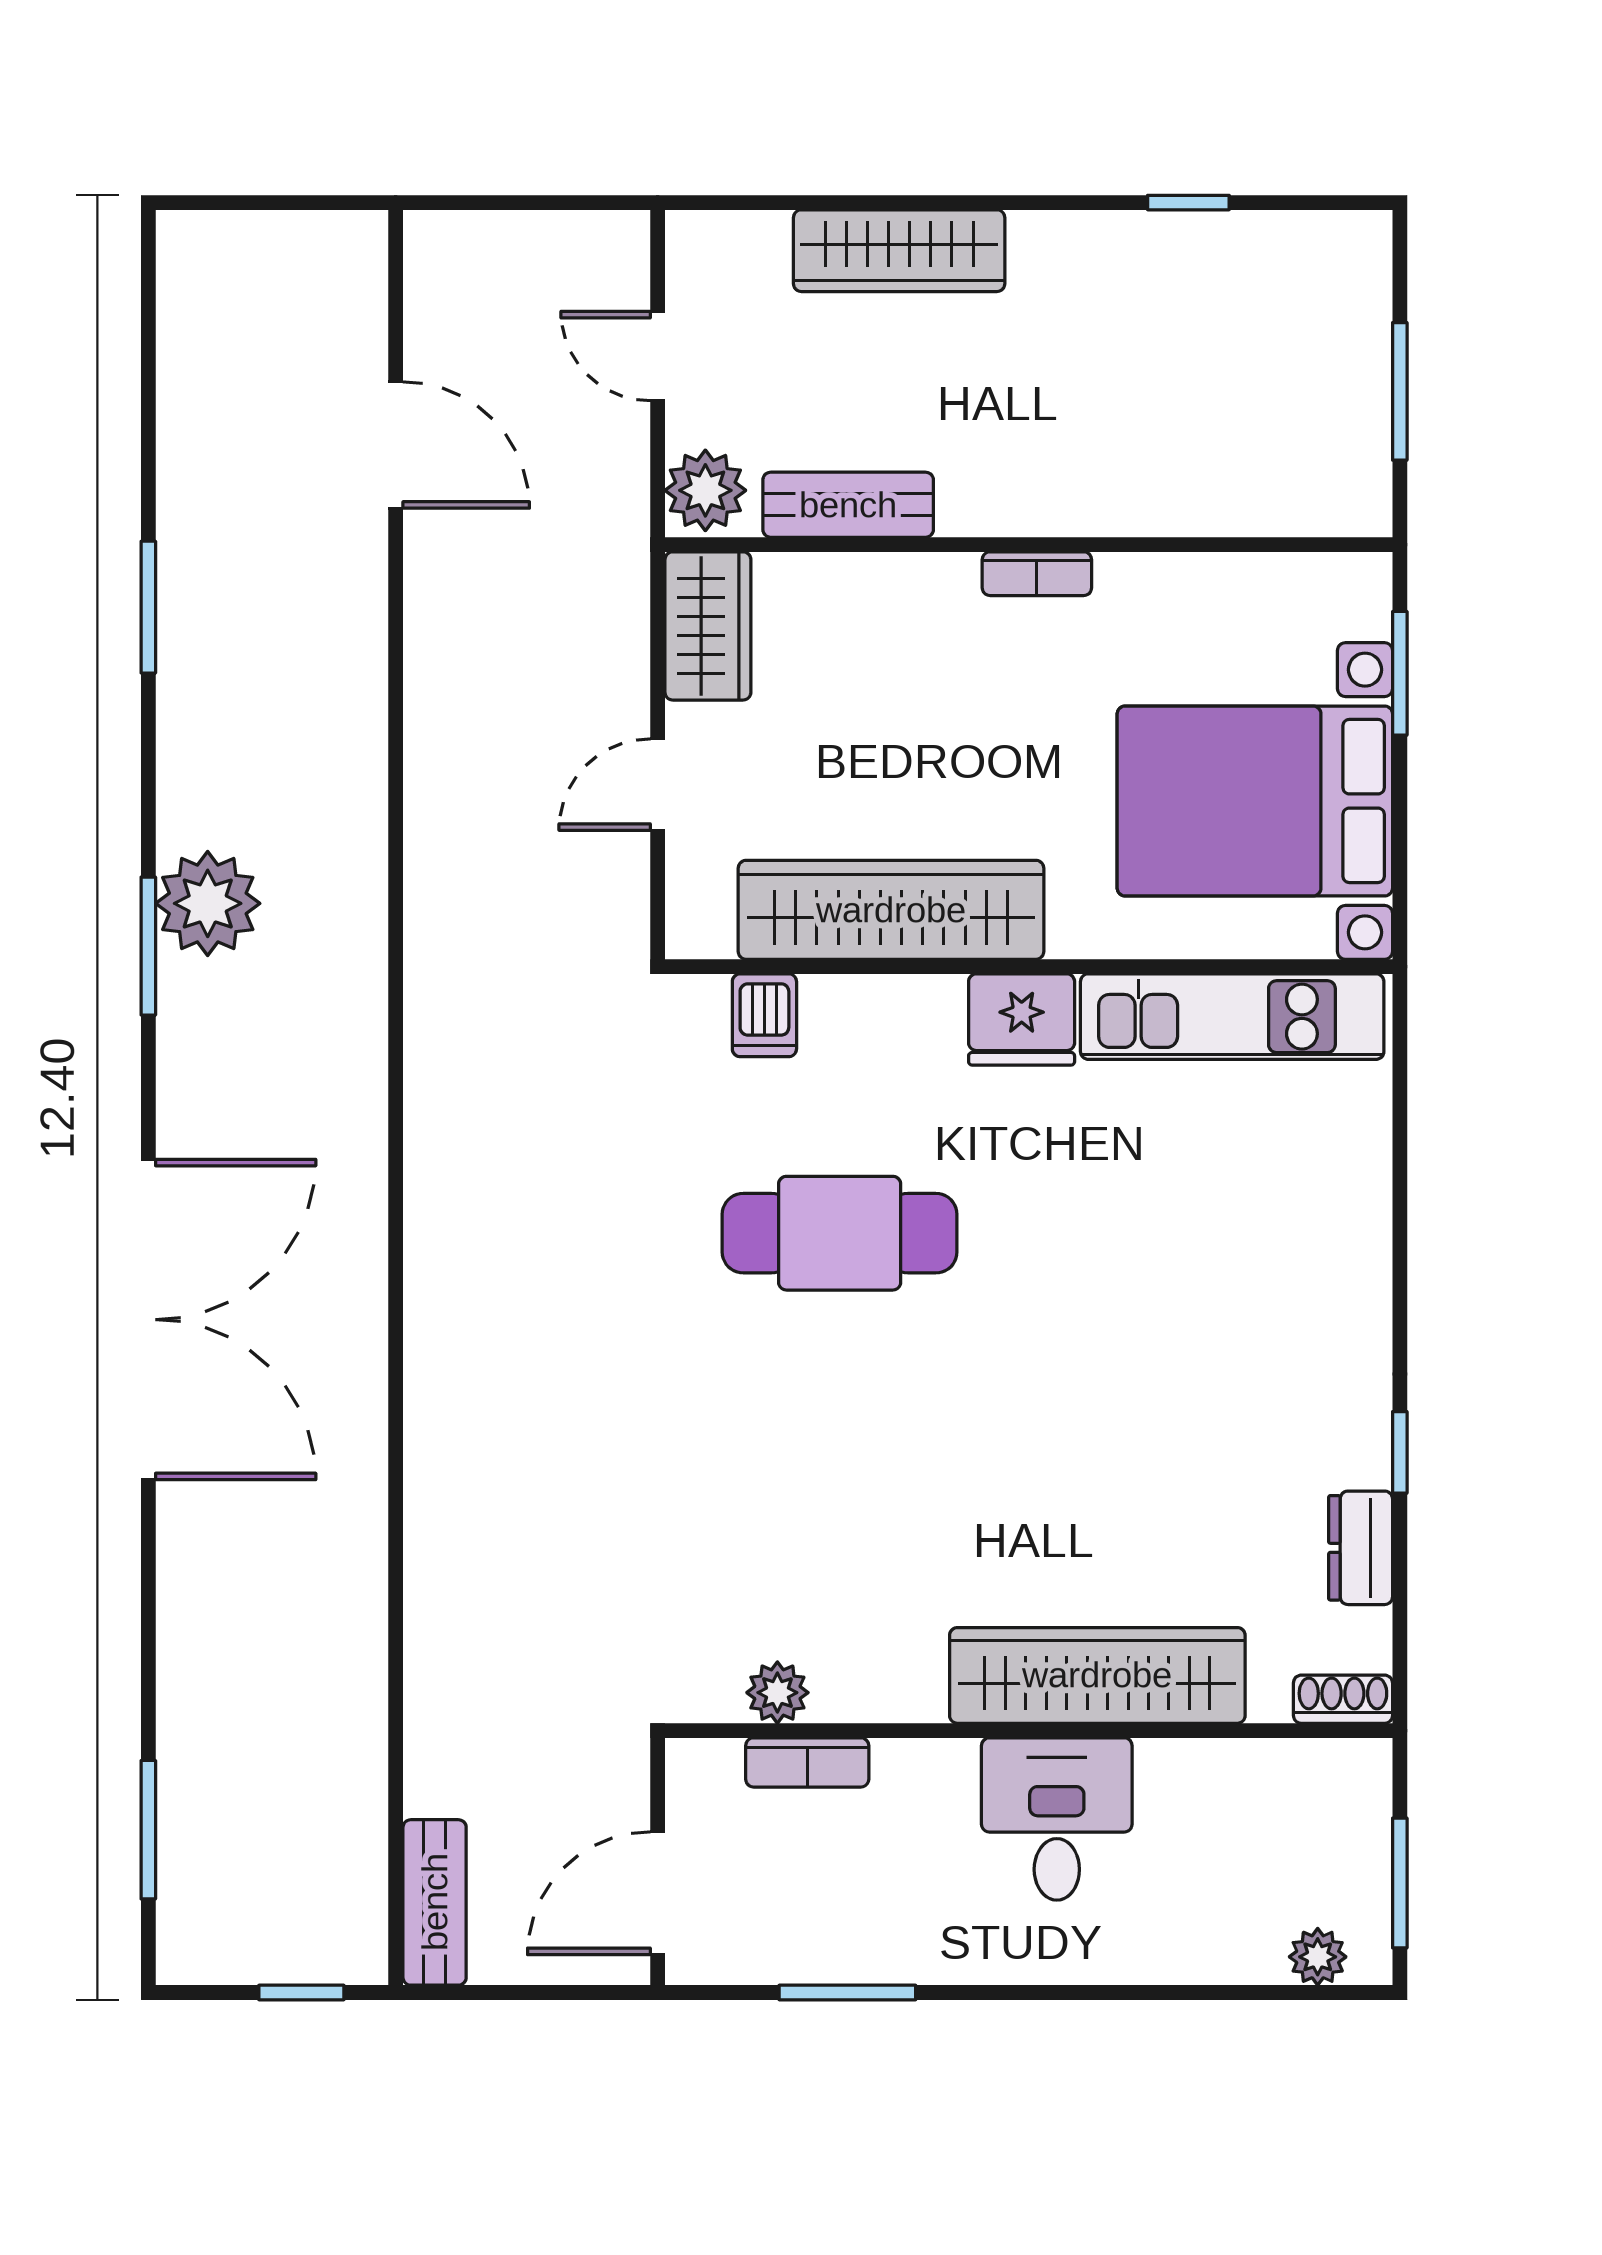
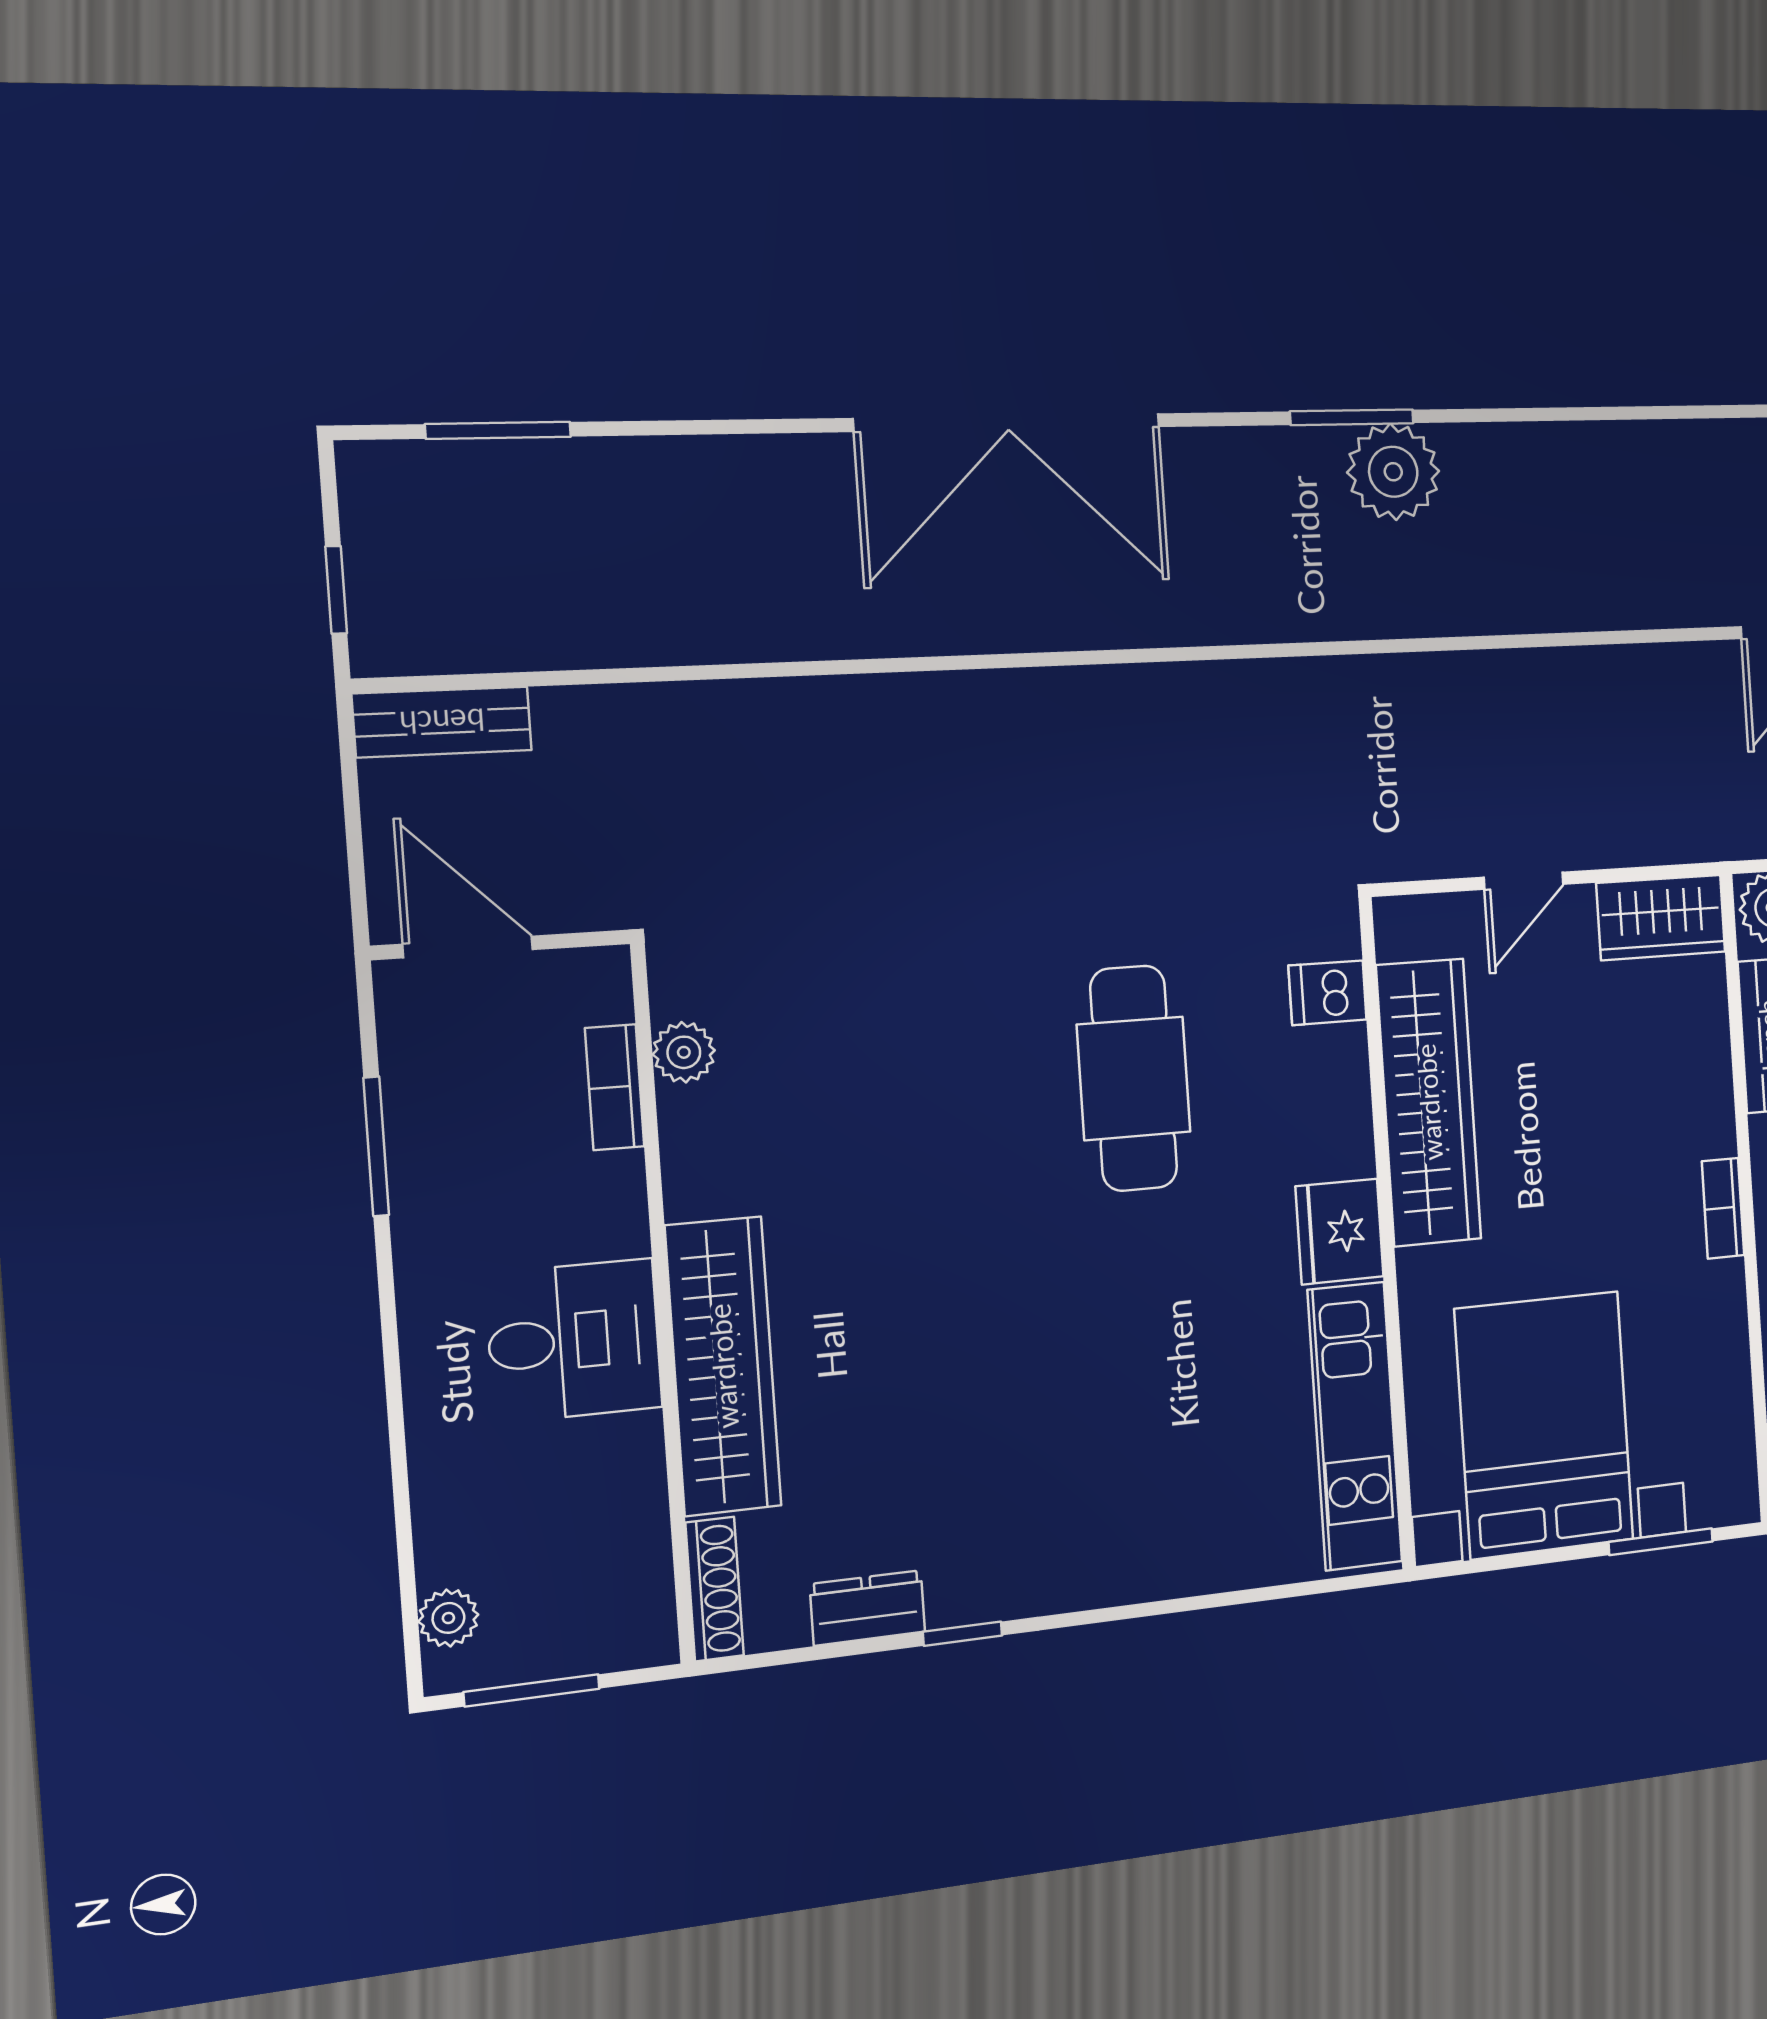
window: (148, 607) -> (1645, 413), removed
door: (658, 785) -> (1524, 881), swing flipped
shoe rack: (1343, 1699) -> (715, 1589), width x1.43

